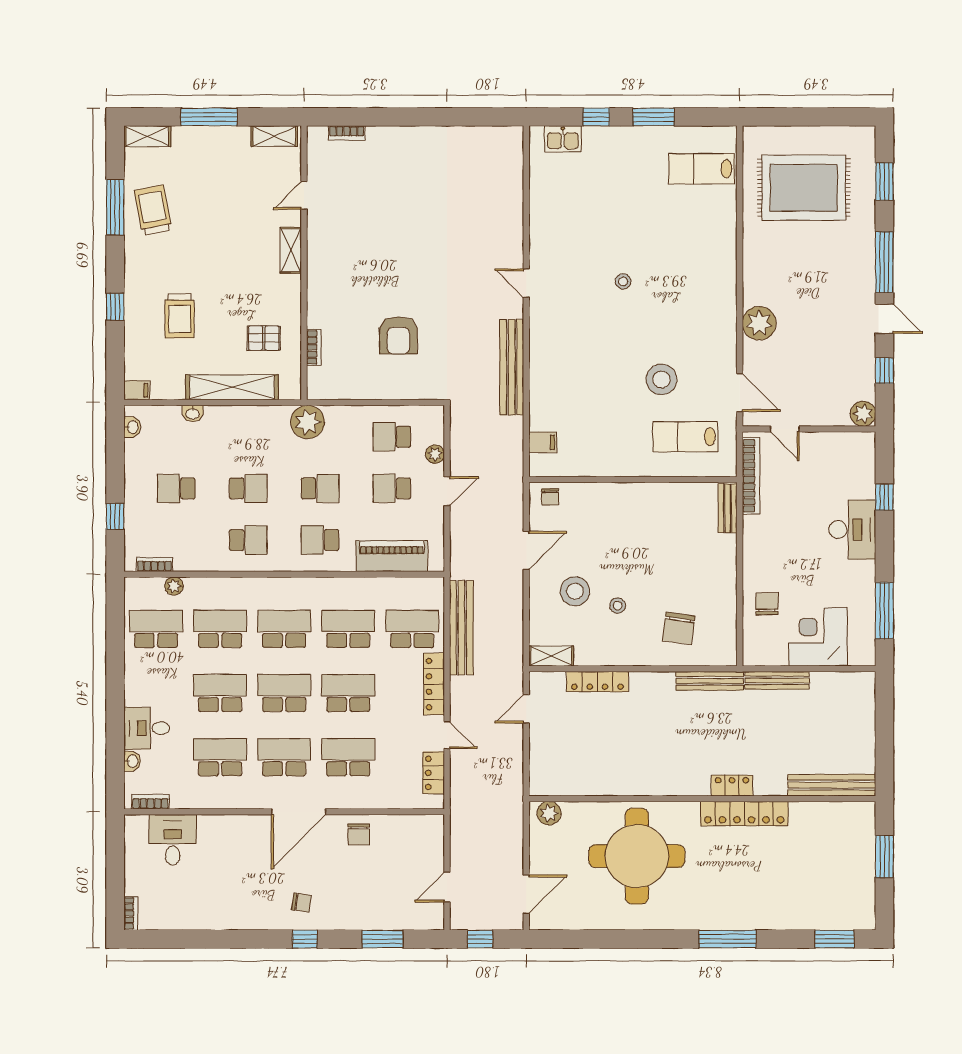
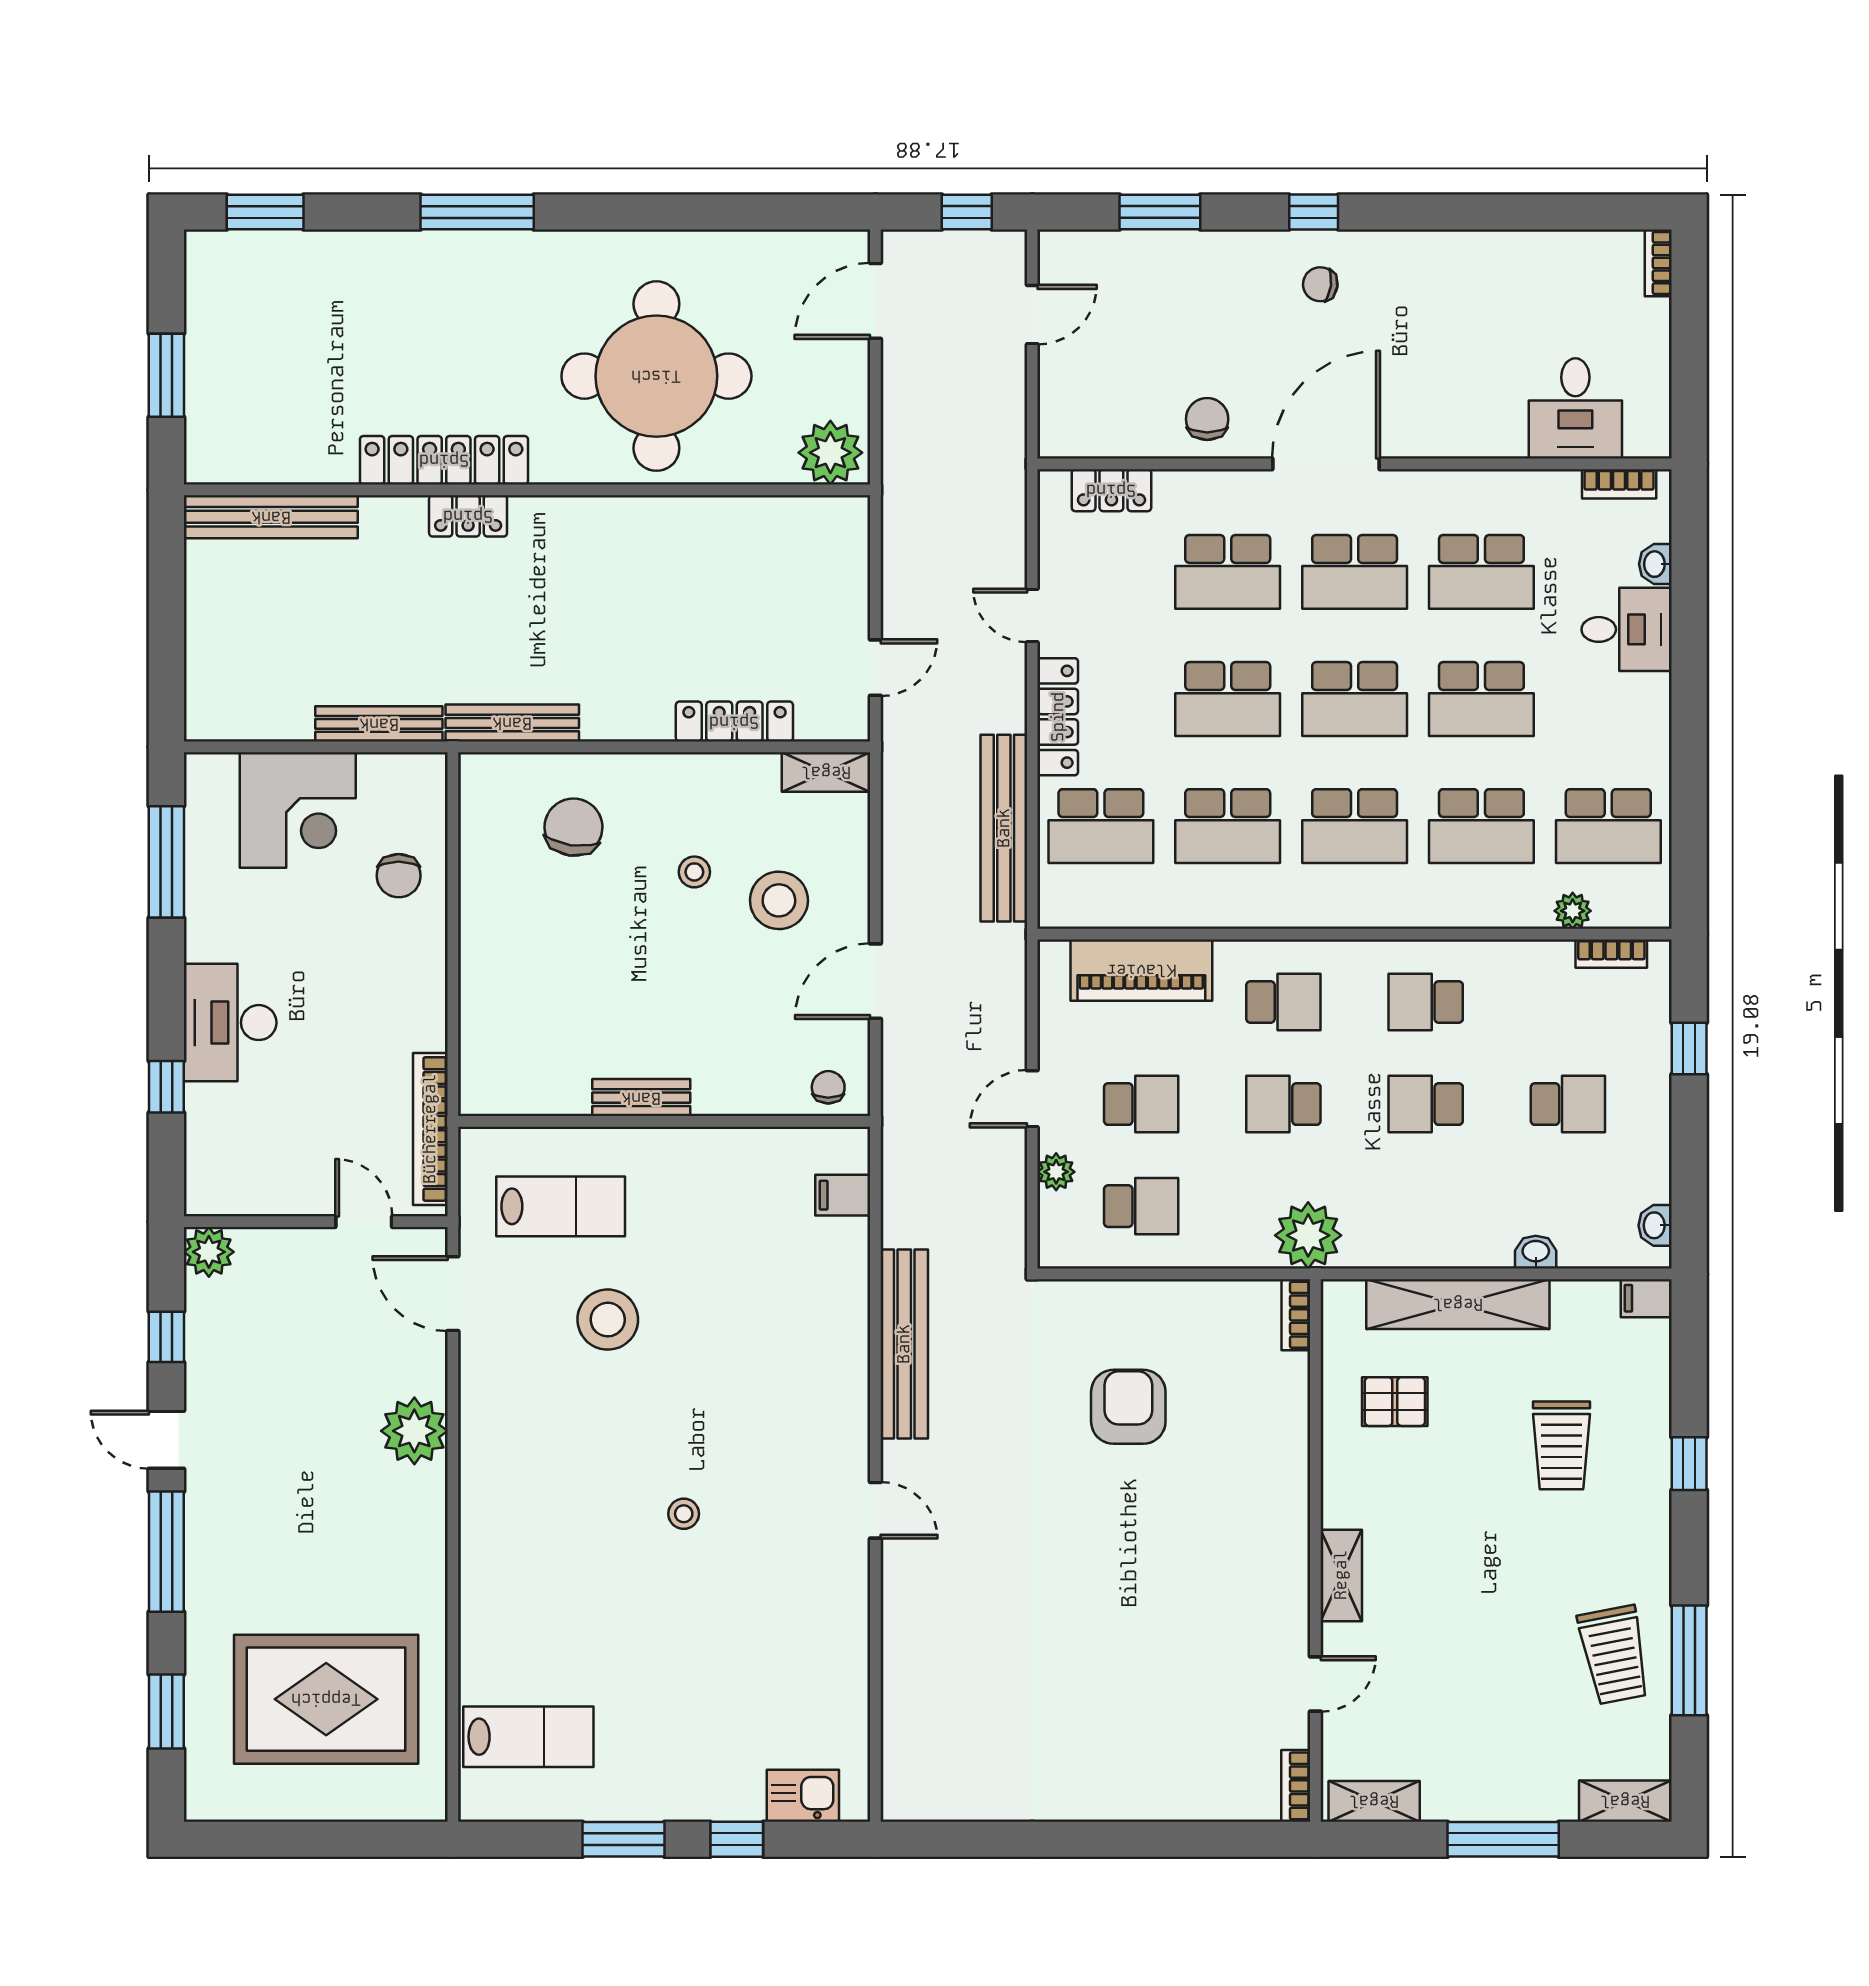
bookcase: (347, 133) -> (1296, 1786), moved, turned -90
trolley: (180, 316) -> (1561, 1445), turned 180
bookcase: (314, 347) -> (1296, 1315), moved
bench: (728, 508) -> (641, 1098), moved, turned 90
locker: (434, 773) -> (1111, 490), moved, turned 90
plant: (549, 813) -> (830, 453), width x1.36, depth x1.36

